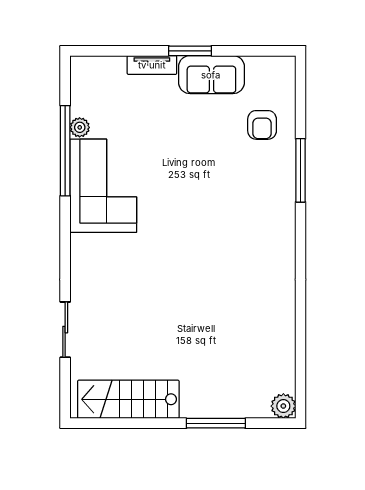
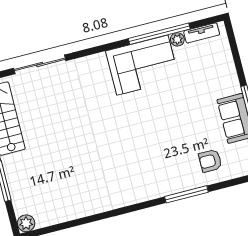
tv unit: (152, 65) -> (202, 33), moved, turned -90
sliding door: (65, 330) -> (40, 64), width x1.37

